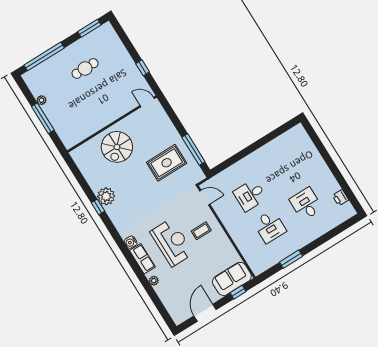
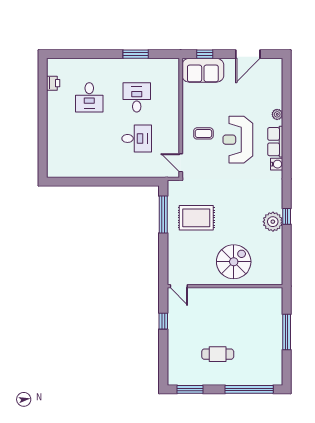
plant: (41, 100) -> (277, 350), removed

